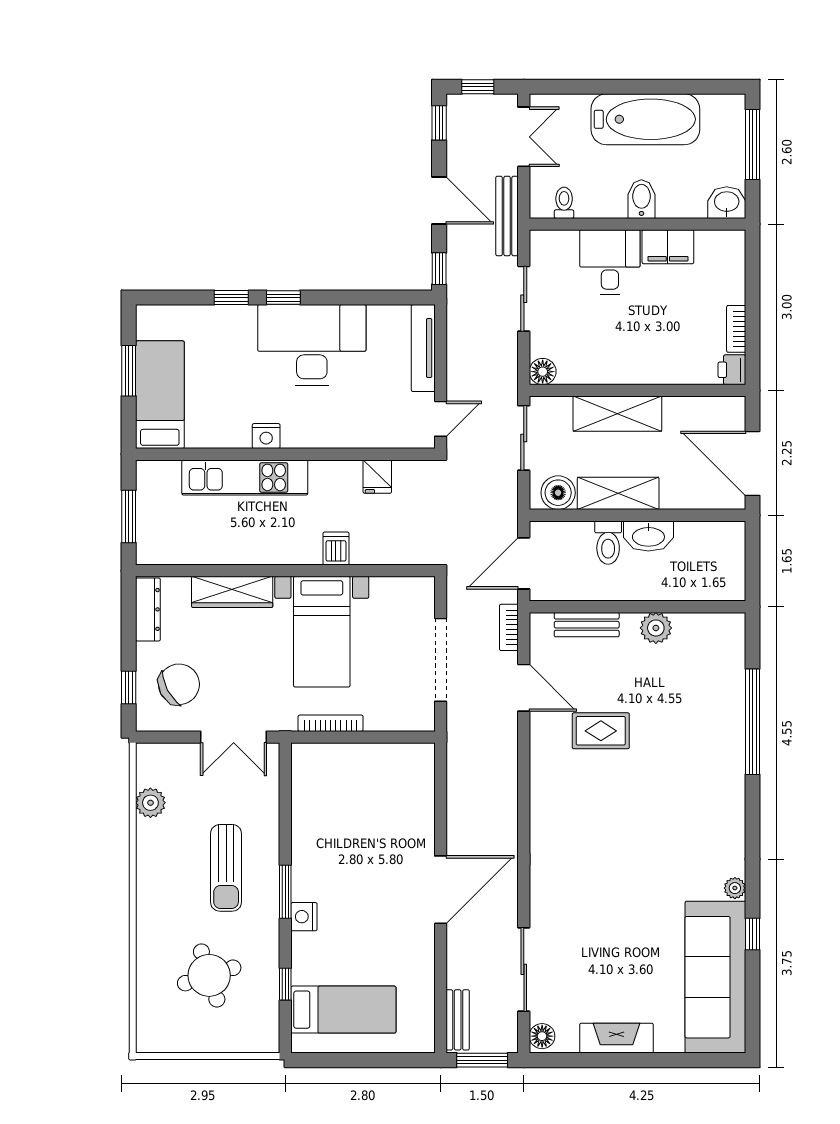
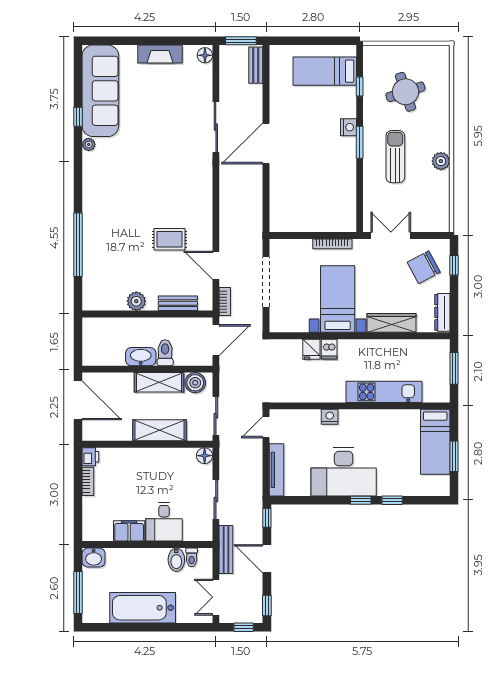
bidet: (641, 199) -> (176, 560), moved
nightstand: (266, 436) -> (330, 417), moved
fridge: (377, 477) -> (311, 349), moved, turned 180
plant: (150, 803) -> (441, 161), moved
sliding door: (524, 969) -> (216, 127), moved

